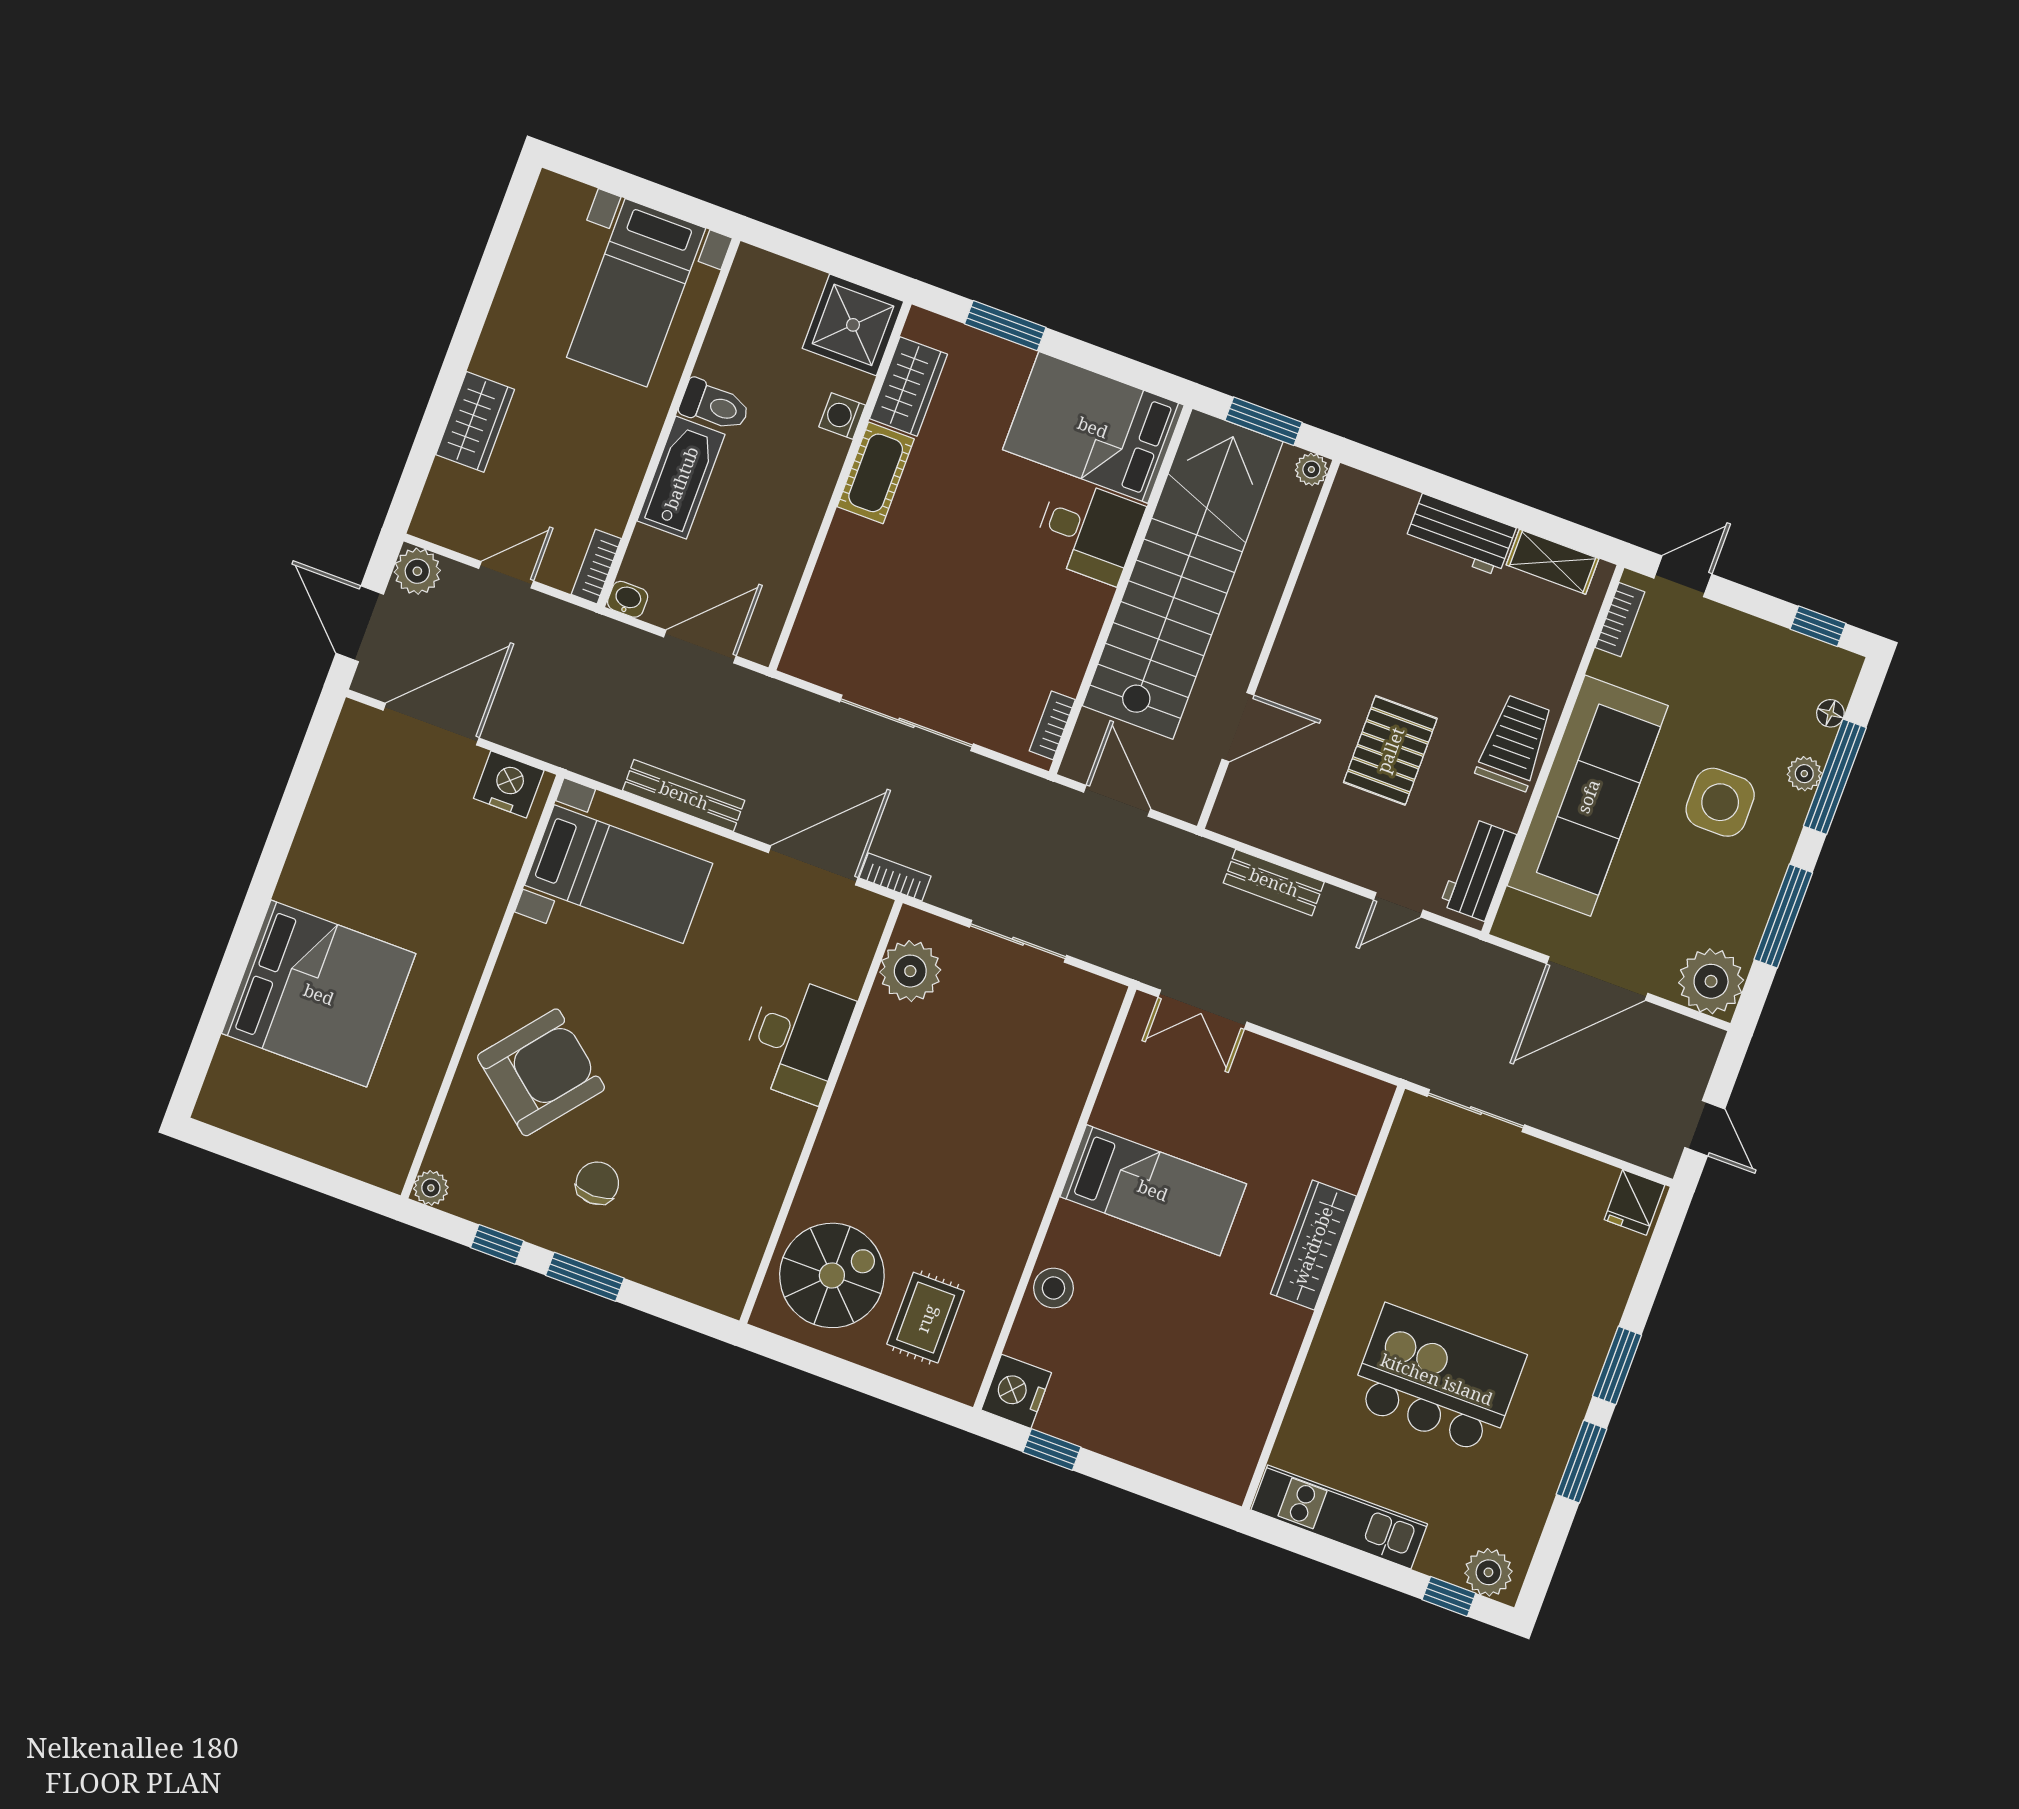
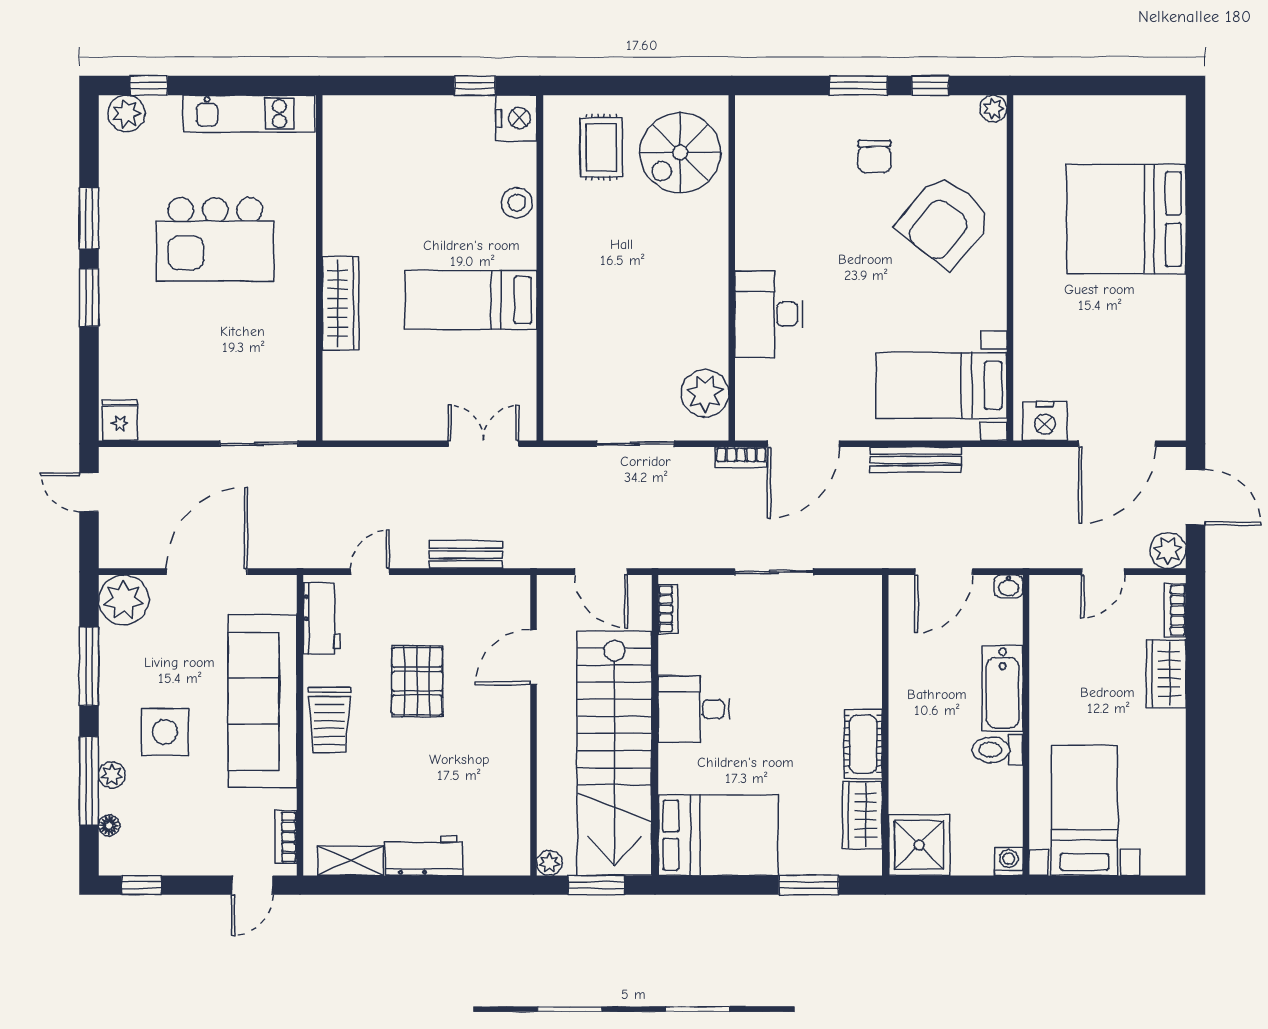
washing machine: (842, 416) -> (1009, 861), moved, turned -90
desk: (1088, 531) -> (694, 709), moved
bookcase: (596, 567) -> (1175, 610), moved, turned 180
sliding door: (906, 723) -> (774, 572), width x0.73

